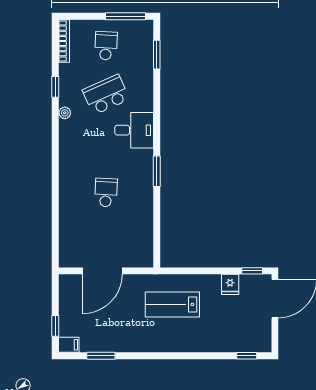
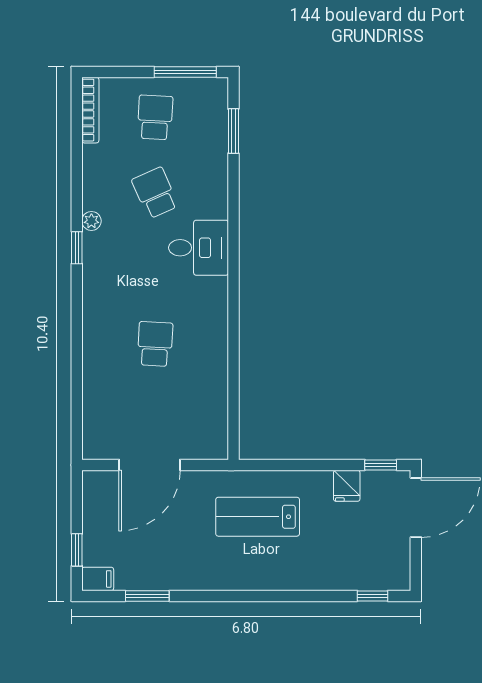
window: (55, 87) -> (77, 248), moved
school desk: (106, 95) -> (155, 193), width x0.54
window: (157, 171) -> (233, 311), removed

